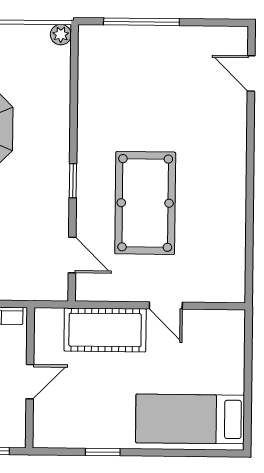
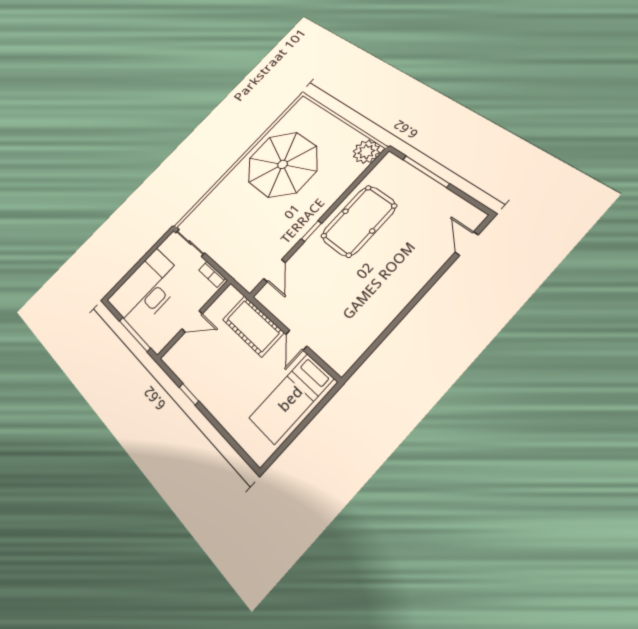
plant: (61, 35) -> (366, 152), width x1.88, depth x1.88
pool table: (145, 203) -> (359, 221), moved
bed: (190, 419) -> (291, 399), moved, turned -90

